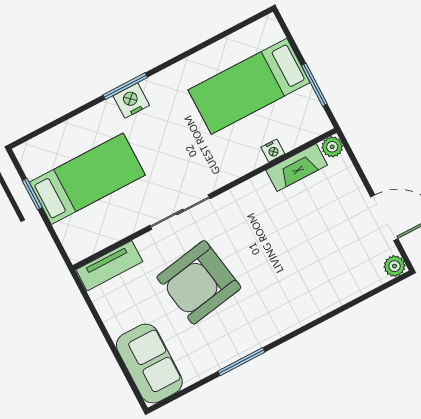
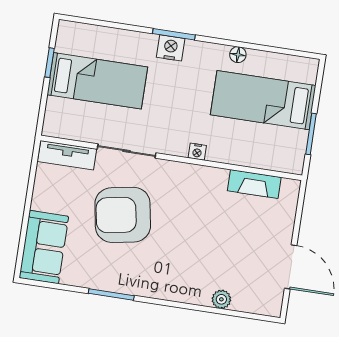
floor lamp: (196, 62) -> (238, 55), added
plant: (332, 147) -> (291, 188), removed
nightstand: (273, 151) -> (197, 152), moved
sliding door: (180, 212) -> (127, 151), moved
plant: (395, 266) -> (221, 299), moved

